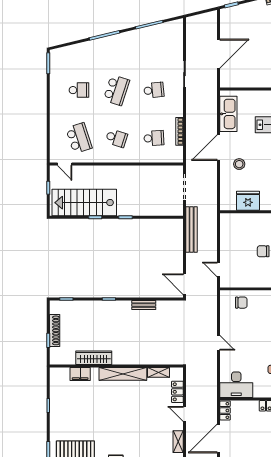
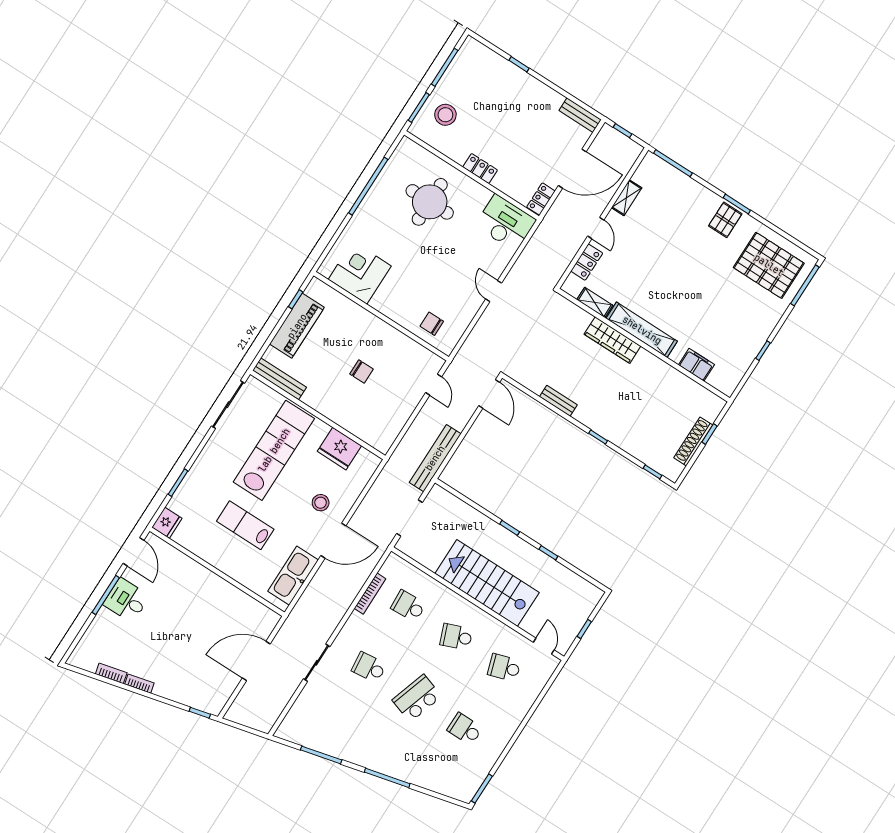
school desk: (79, 138) -> (504, 668), width x0.54
school desk: (116, 138) -> (456, 637), turned -39
stairs: (84, 203) -> (487, 583), moved, turned 180
wardrobe: (94, 358) -> (612, 340), moved

